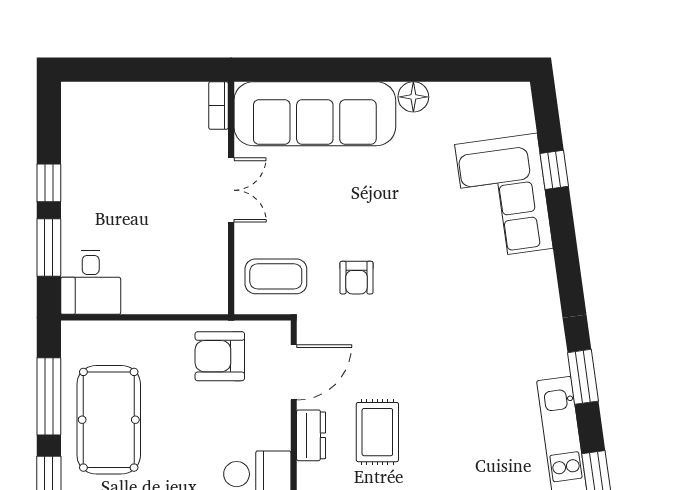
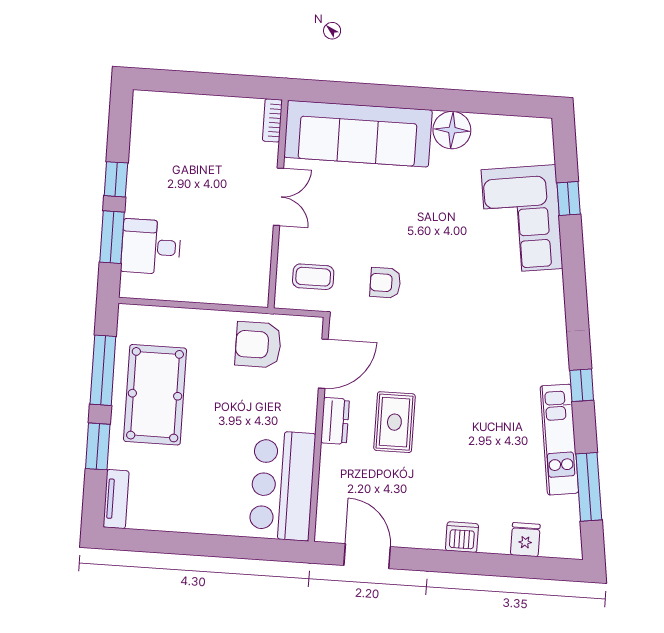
floor lamp: (413, 97) -> (452, 130), width x1.38, depth x1.38
coffee table: (276, 276) -> (313, 277), width x0.73, depth x0.77
armchair: (356, 278) -> (385, 283), turned 90
desk: (91, 282) -> (151, 247), moved, turned 90
window: (583, 377) -> (582, 385), width x0.67

